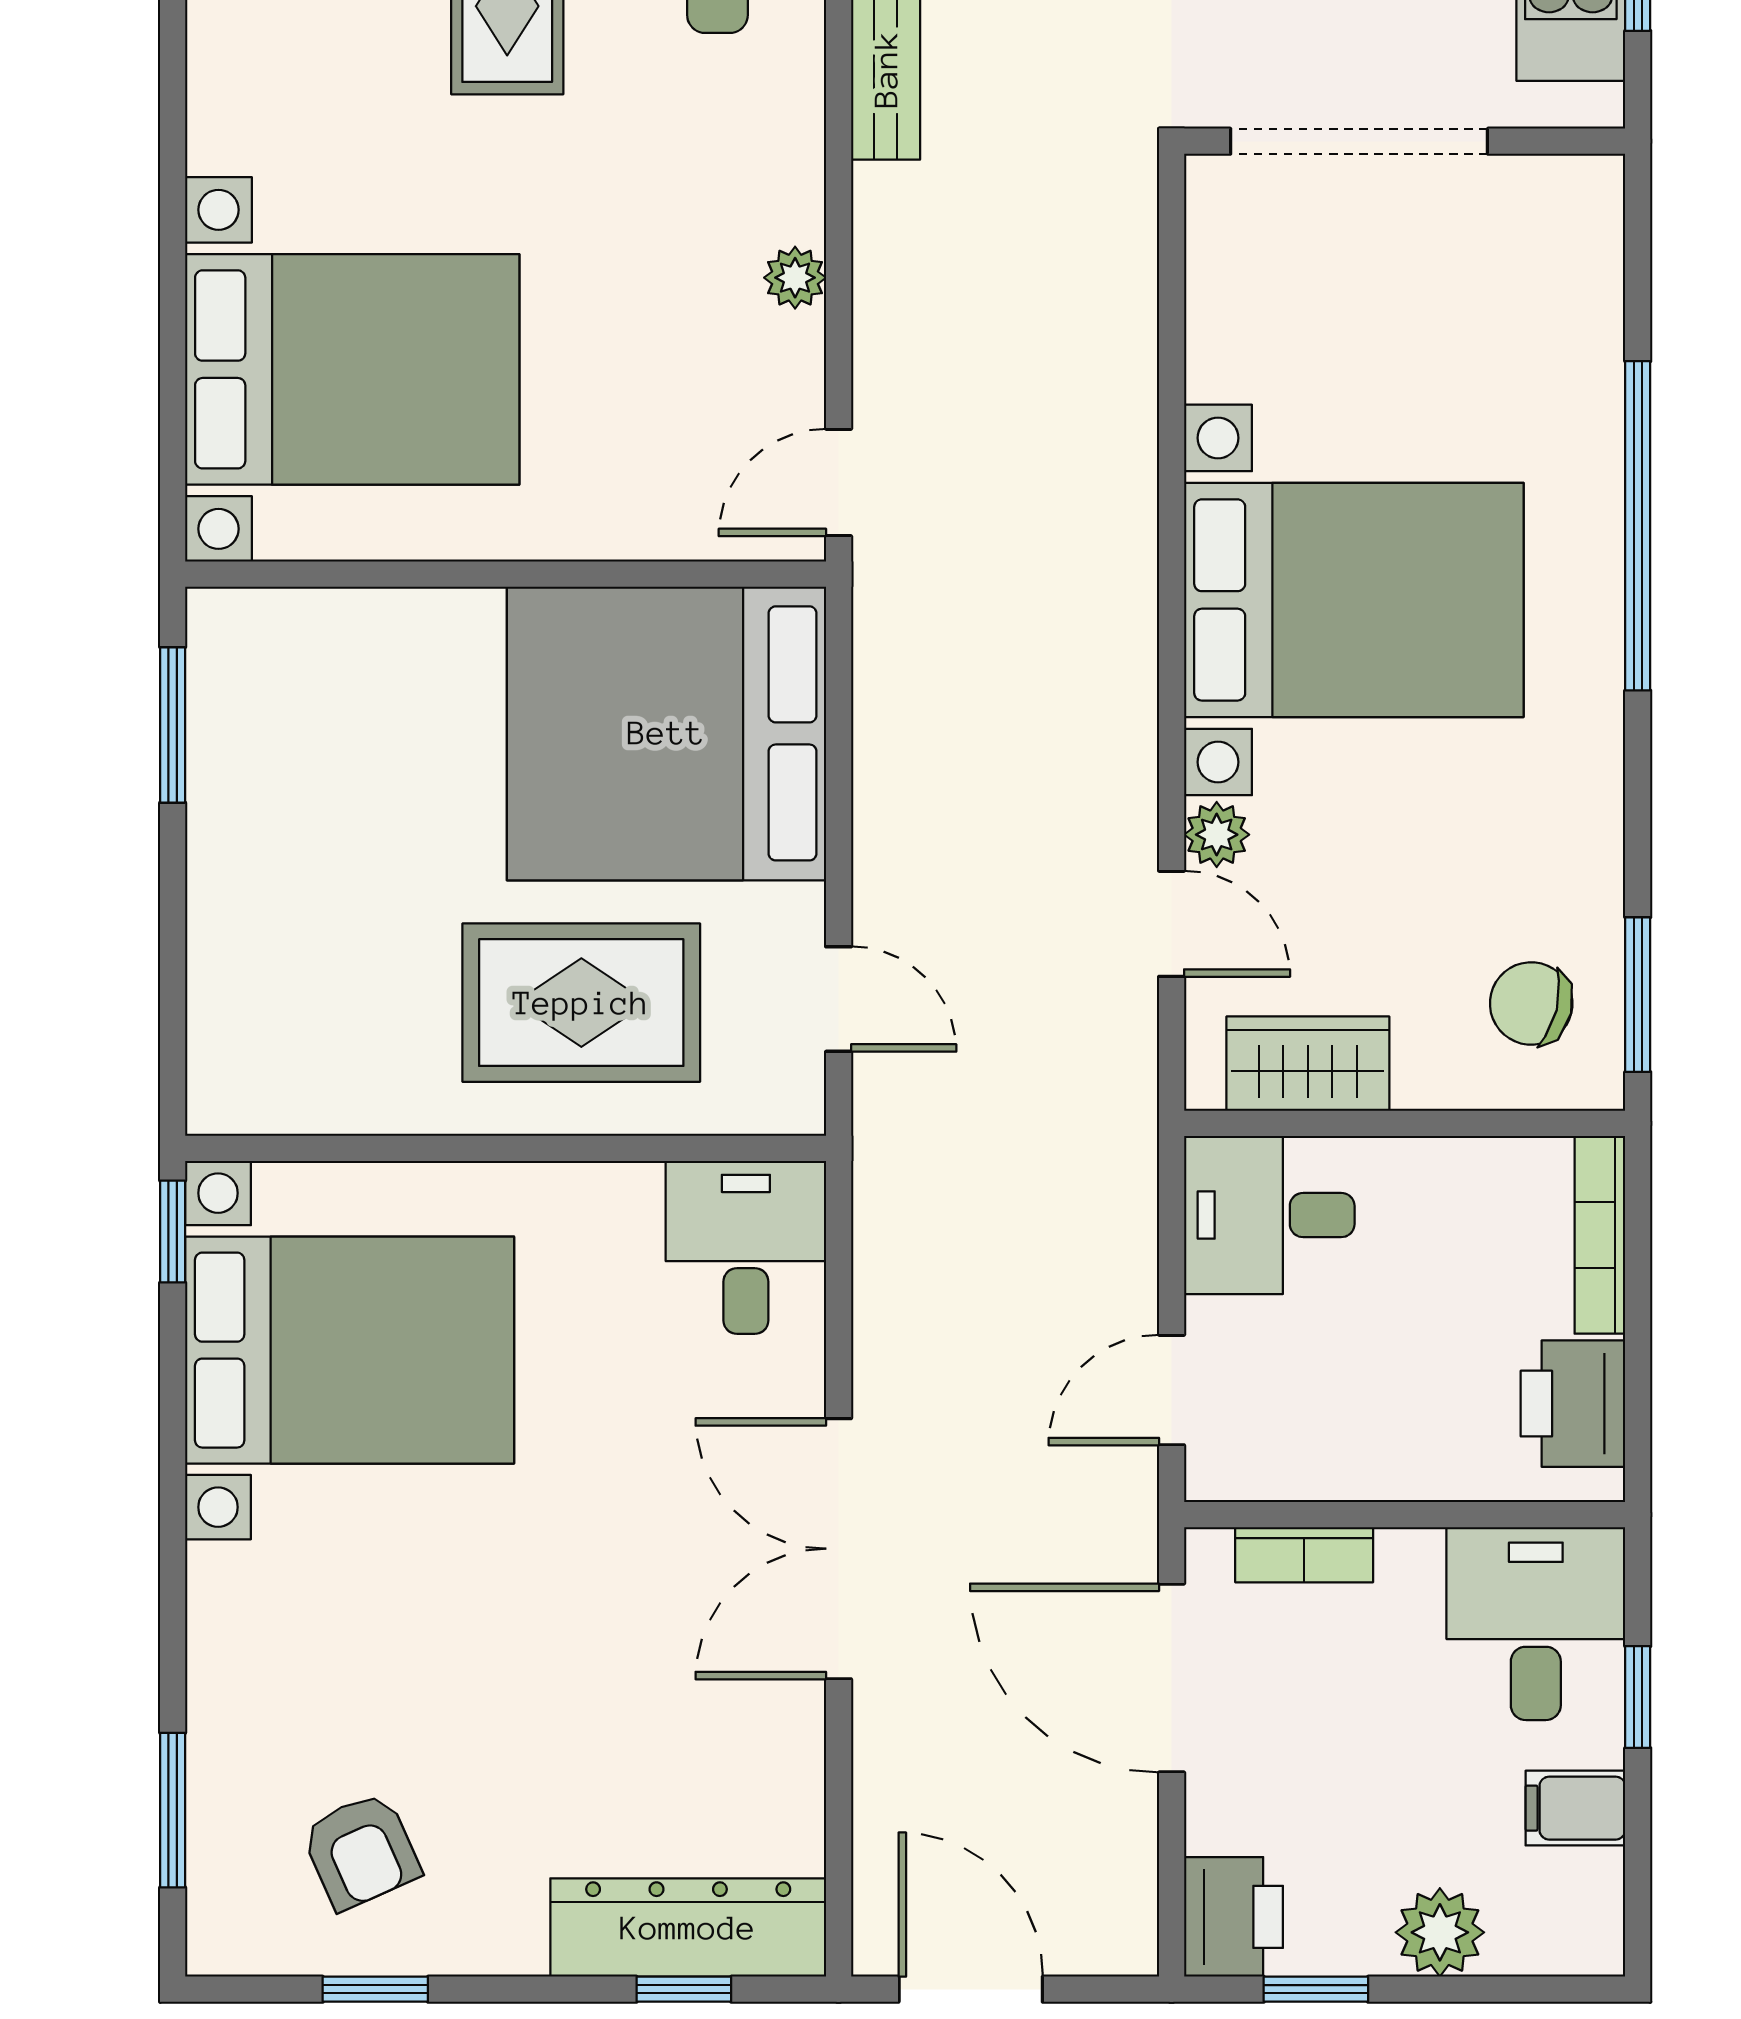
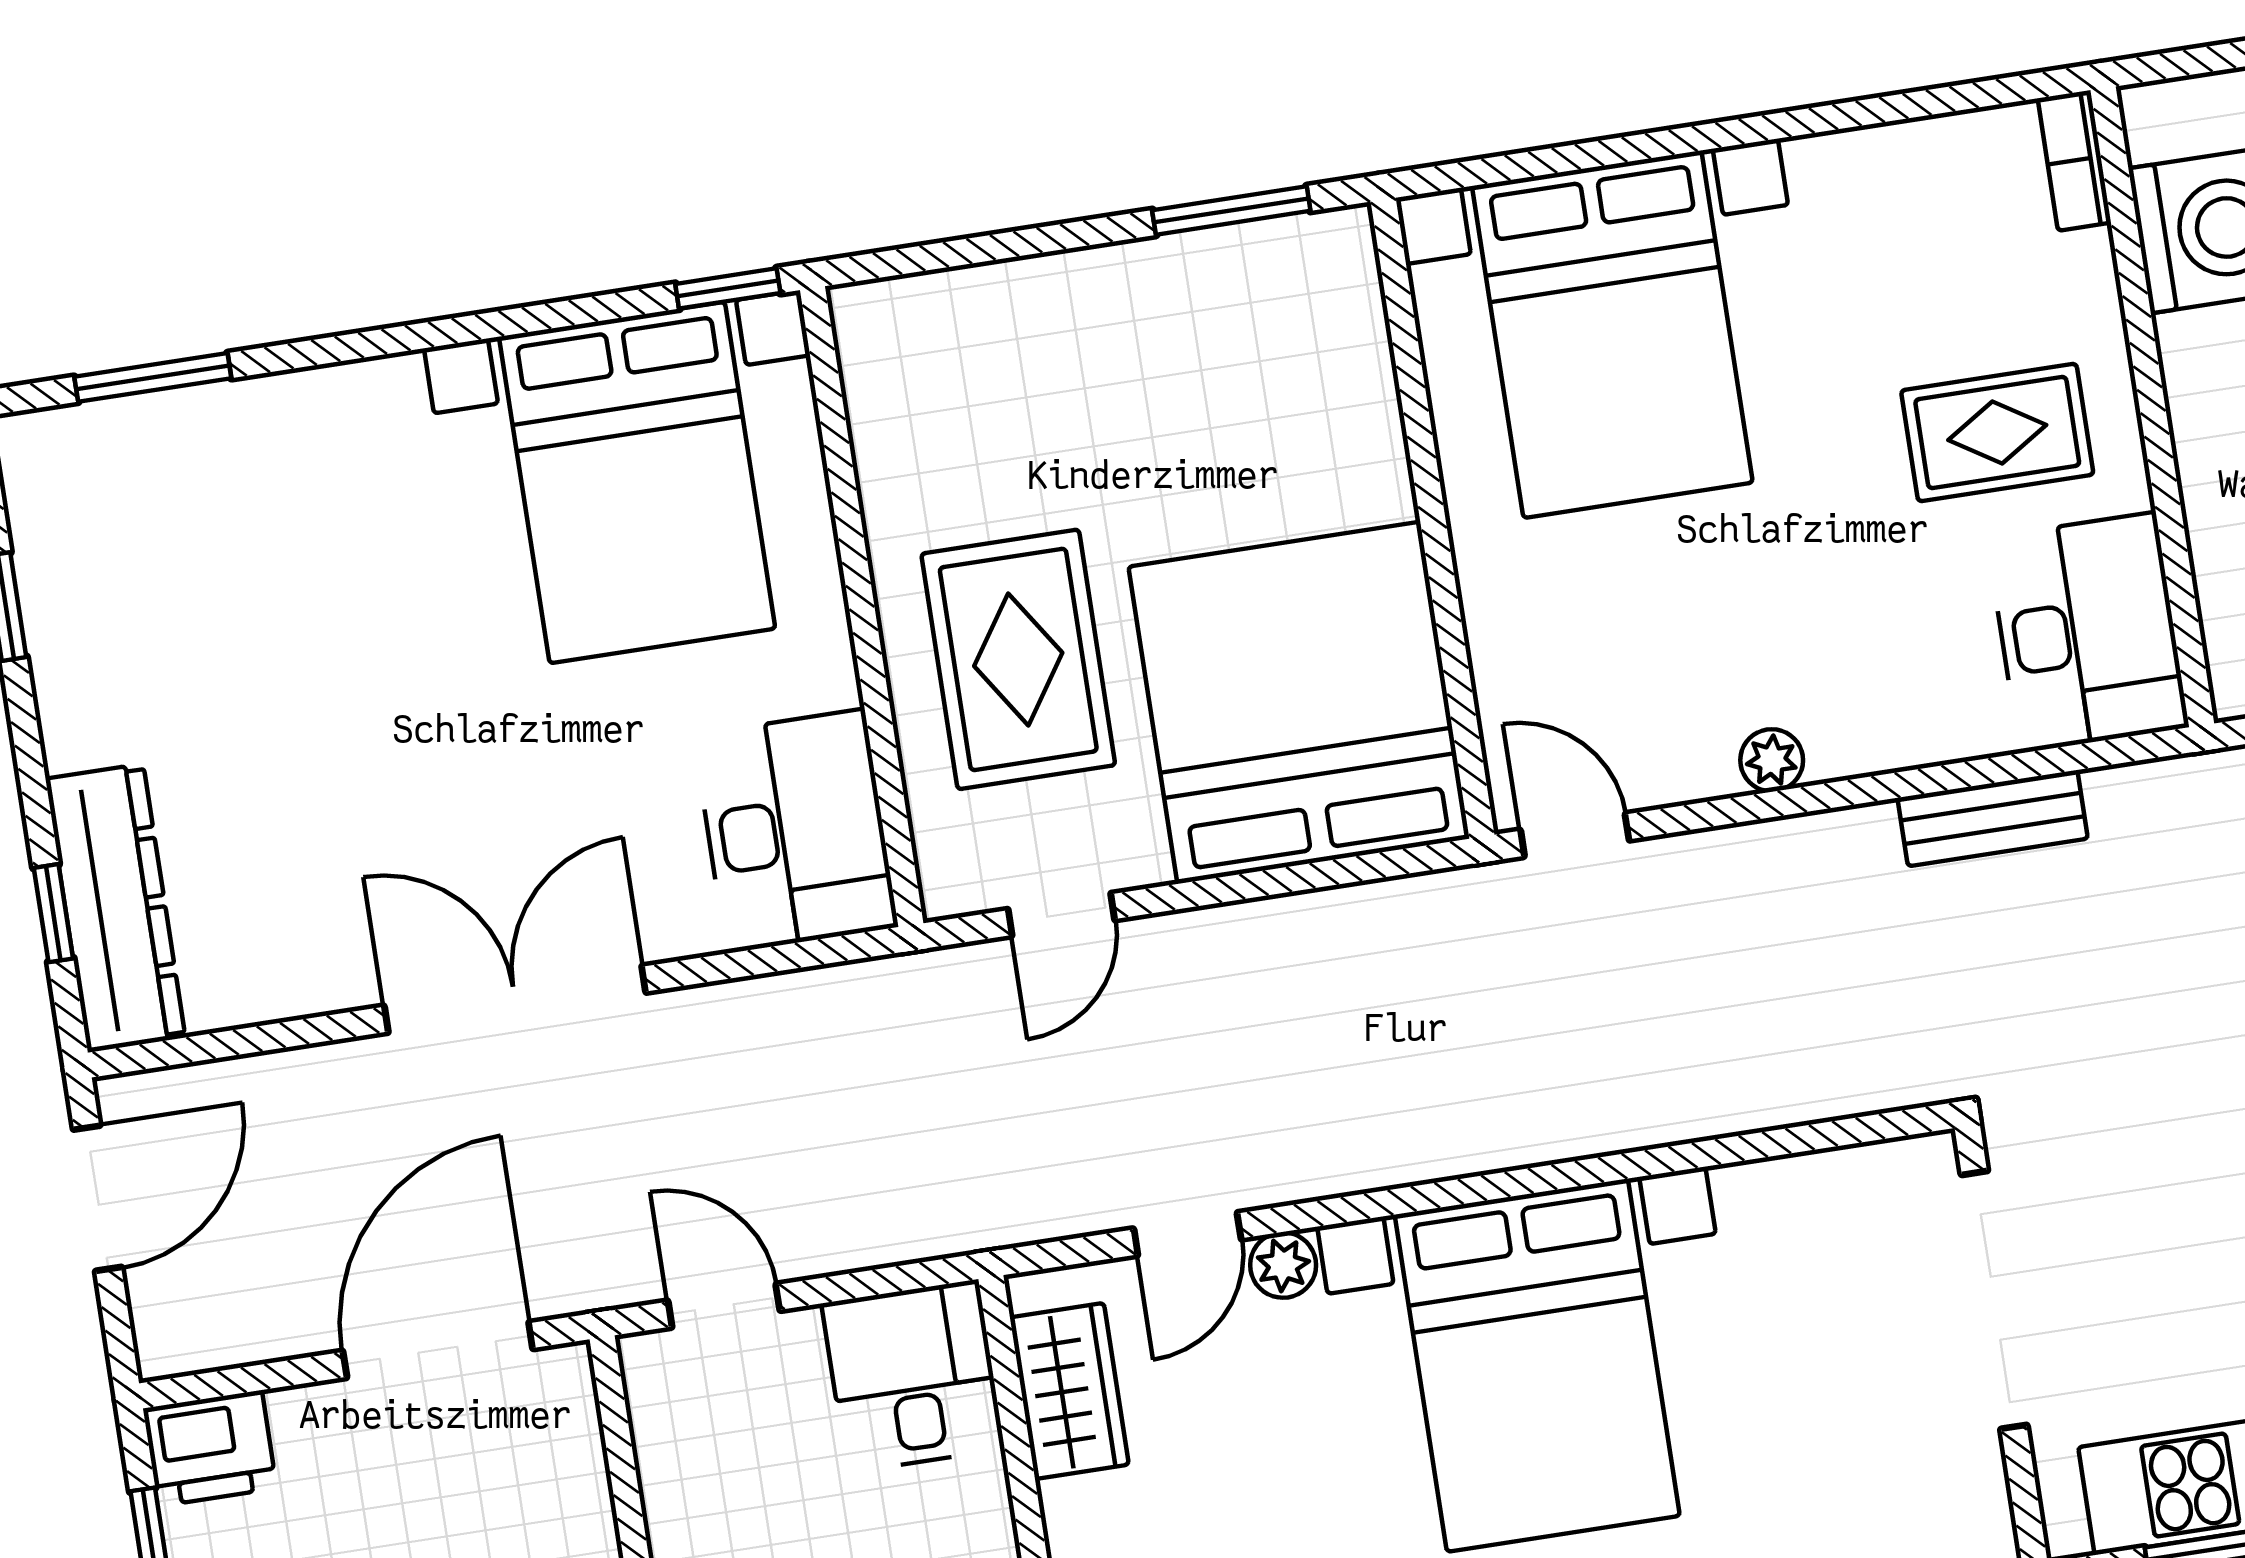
desk: (746, 1247) -> (796, 831), width x1.37
bookcase: (1304, 1555) -> (581, 1463), removed
armchair: (361, 1851) -> (141, 571), removed

